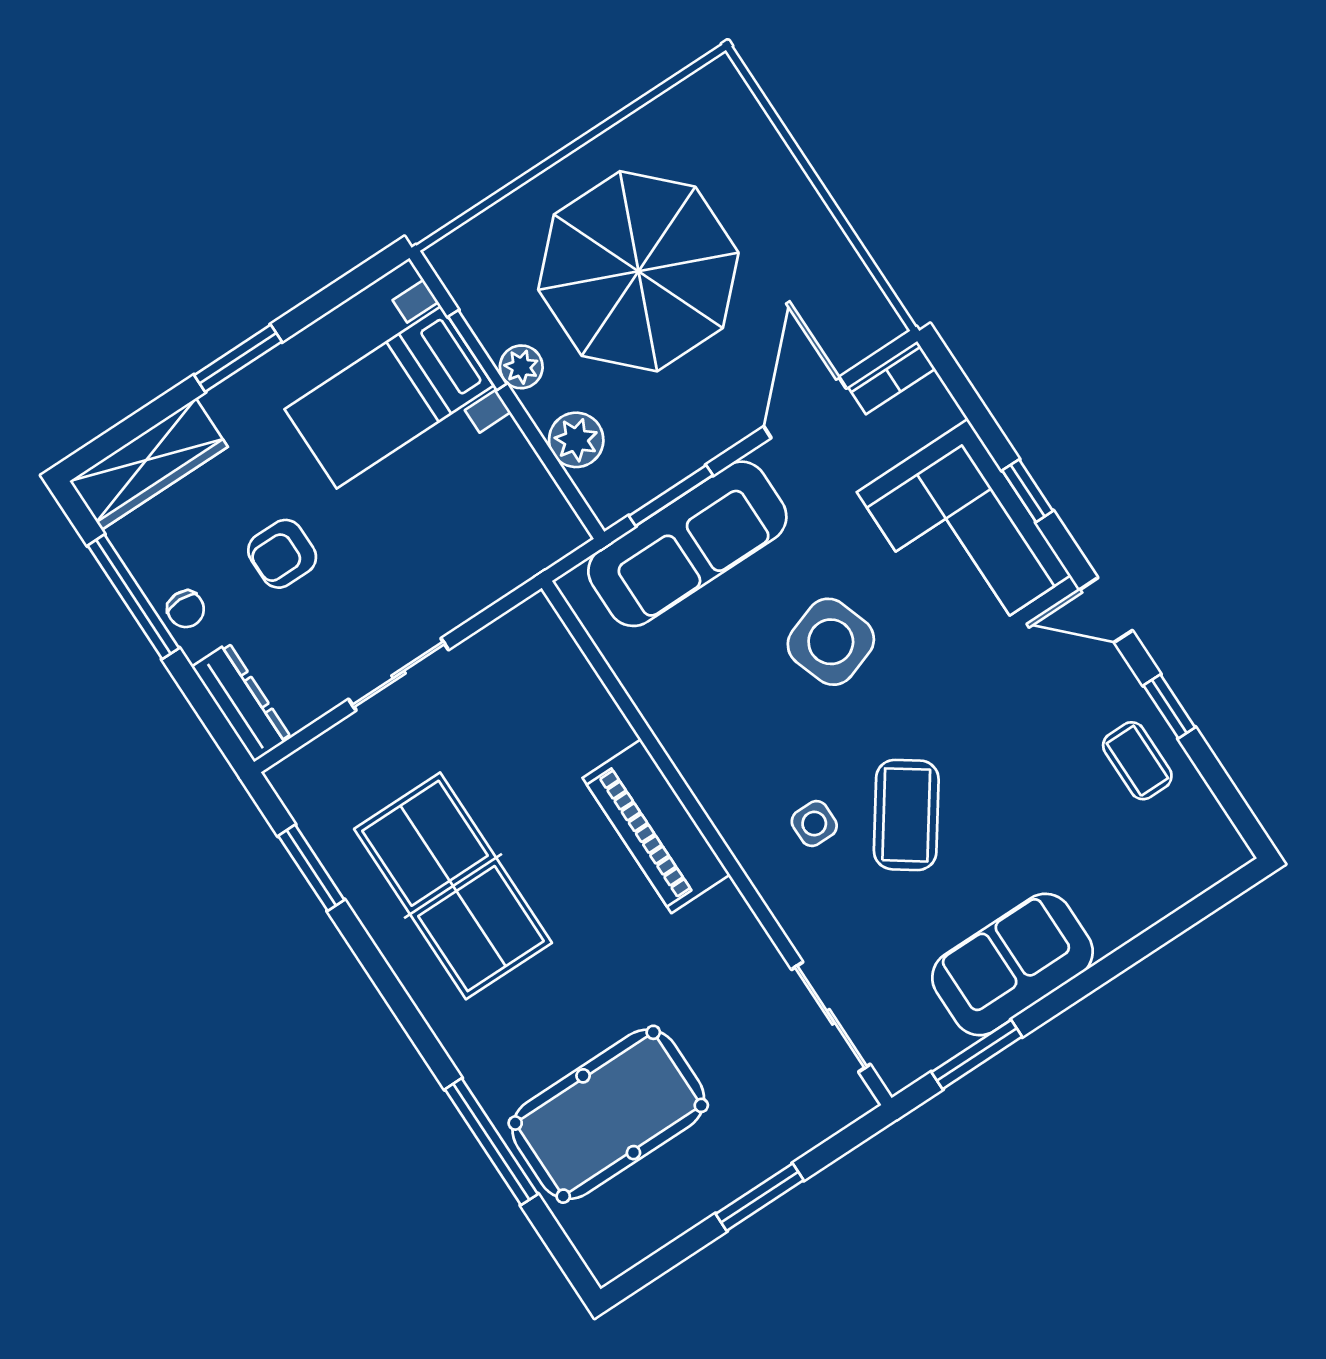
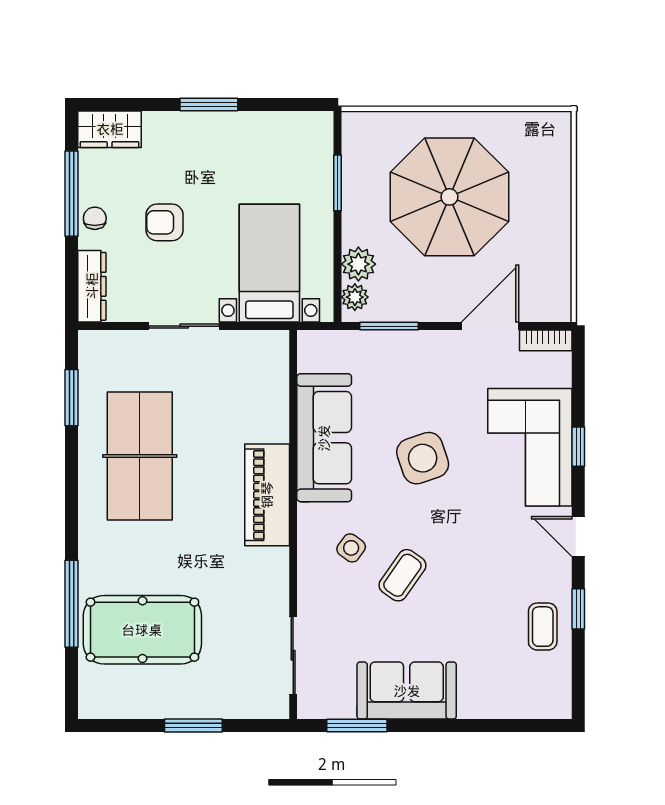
plant: (521, 367) -> (355, 297), moved
bed with nightstands: (389, 397) -> (269, 263), moved, turned 90
wardrobe: (149, 464) -> (110, 129), width x0.67
sofa: (687, 544) -> (324, 438), moved, turned -90
chair: (186, 609) -> (95, 218), turned 180
coffee table: (906, 815) -> (402, 575), width x0.73, depth x0.77
side table: (814, 824) -> (351, 548), turned 36

